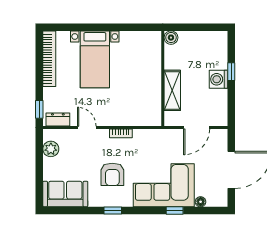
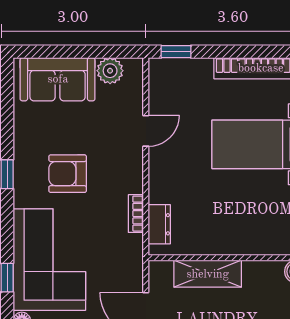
dresser: (58, 119) -> (159, 224), moved
bookcase: (121, 133) -> (136, 214), moved
sofa: (65, 194) -> (58, 79), moved, turned 90

